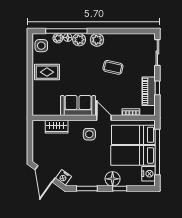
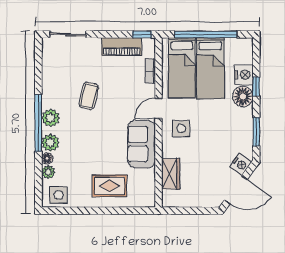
window: (66, 31) -> (38, 123), moved
rug: (47, 72) -> (110, 186), moved, turned 90
window: (157, 88) -> (142, 34), moved
nightstand: (148, 174) -> (244, 75), moved, turned 90

